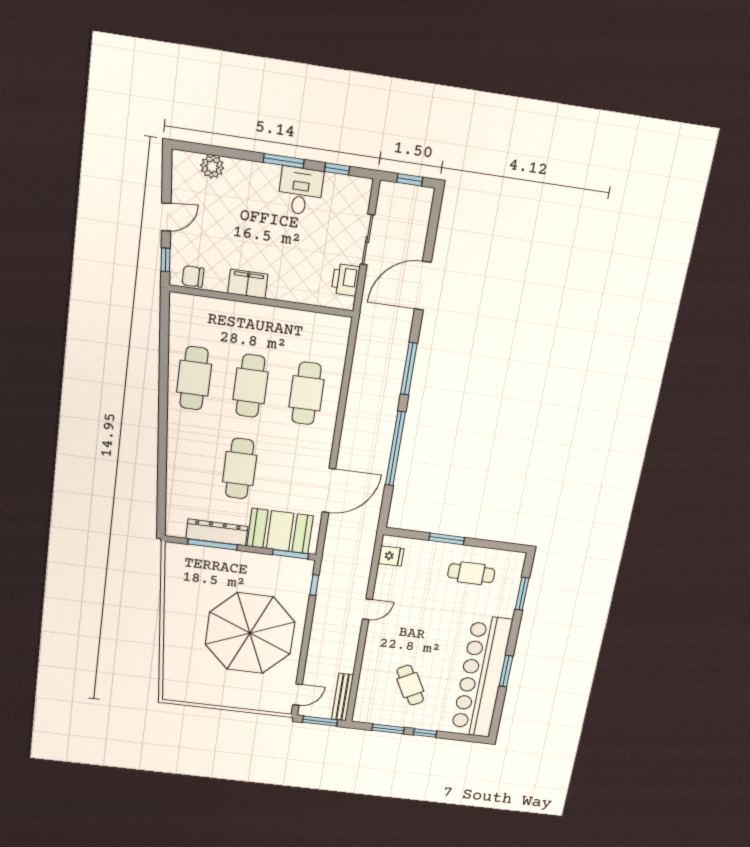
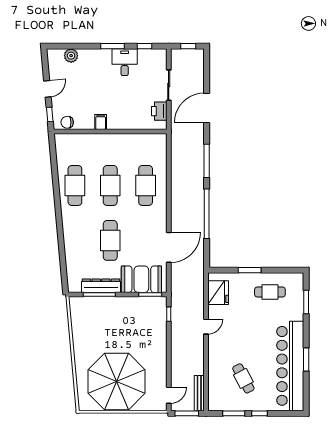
filing cabinet: (248, 284) -> (101, 122), width x0.50
fridge: (391, 556) -> (218, 293), width x1.88, depth x1.34
parasol: (250, 633) -> (117, 381), moved

